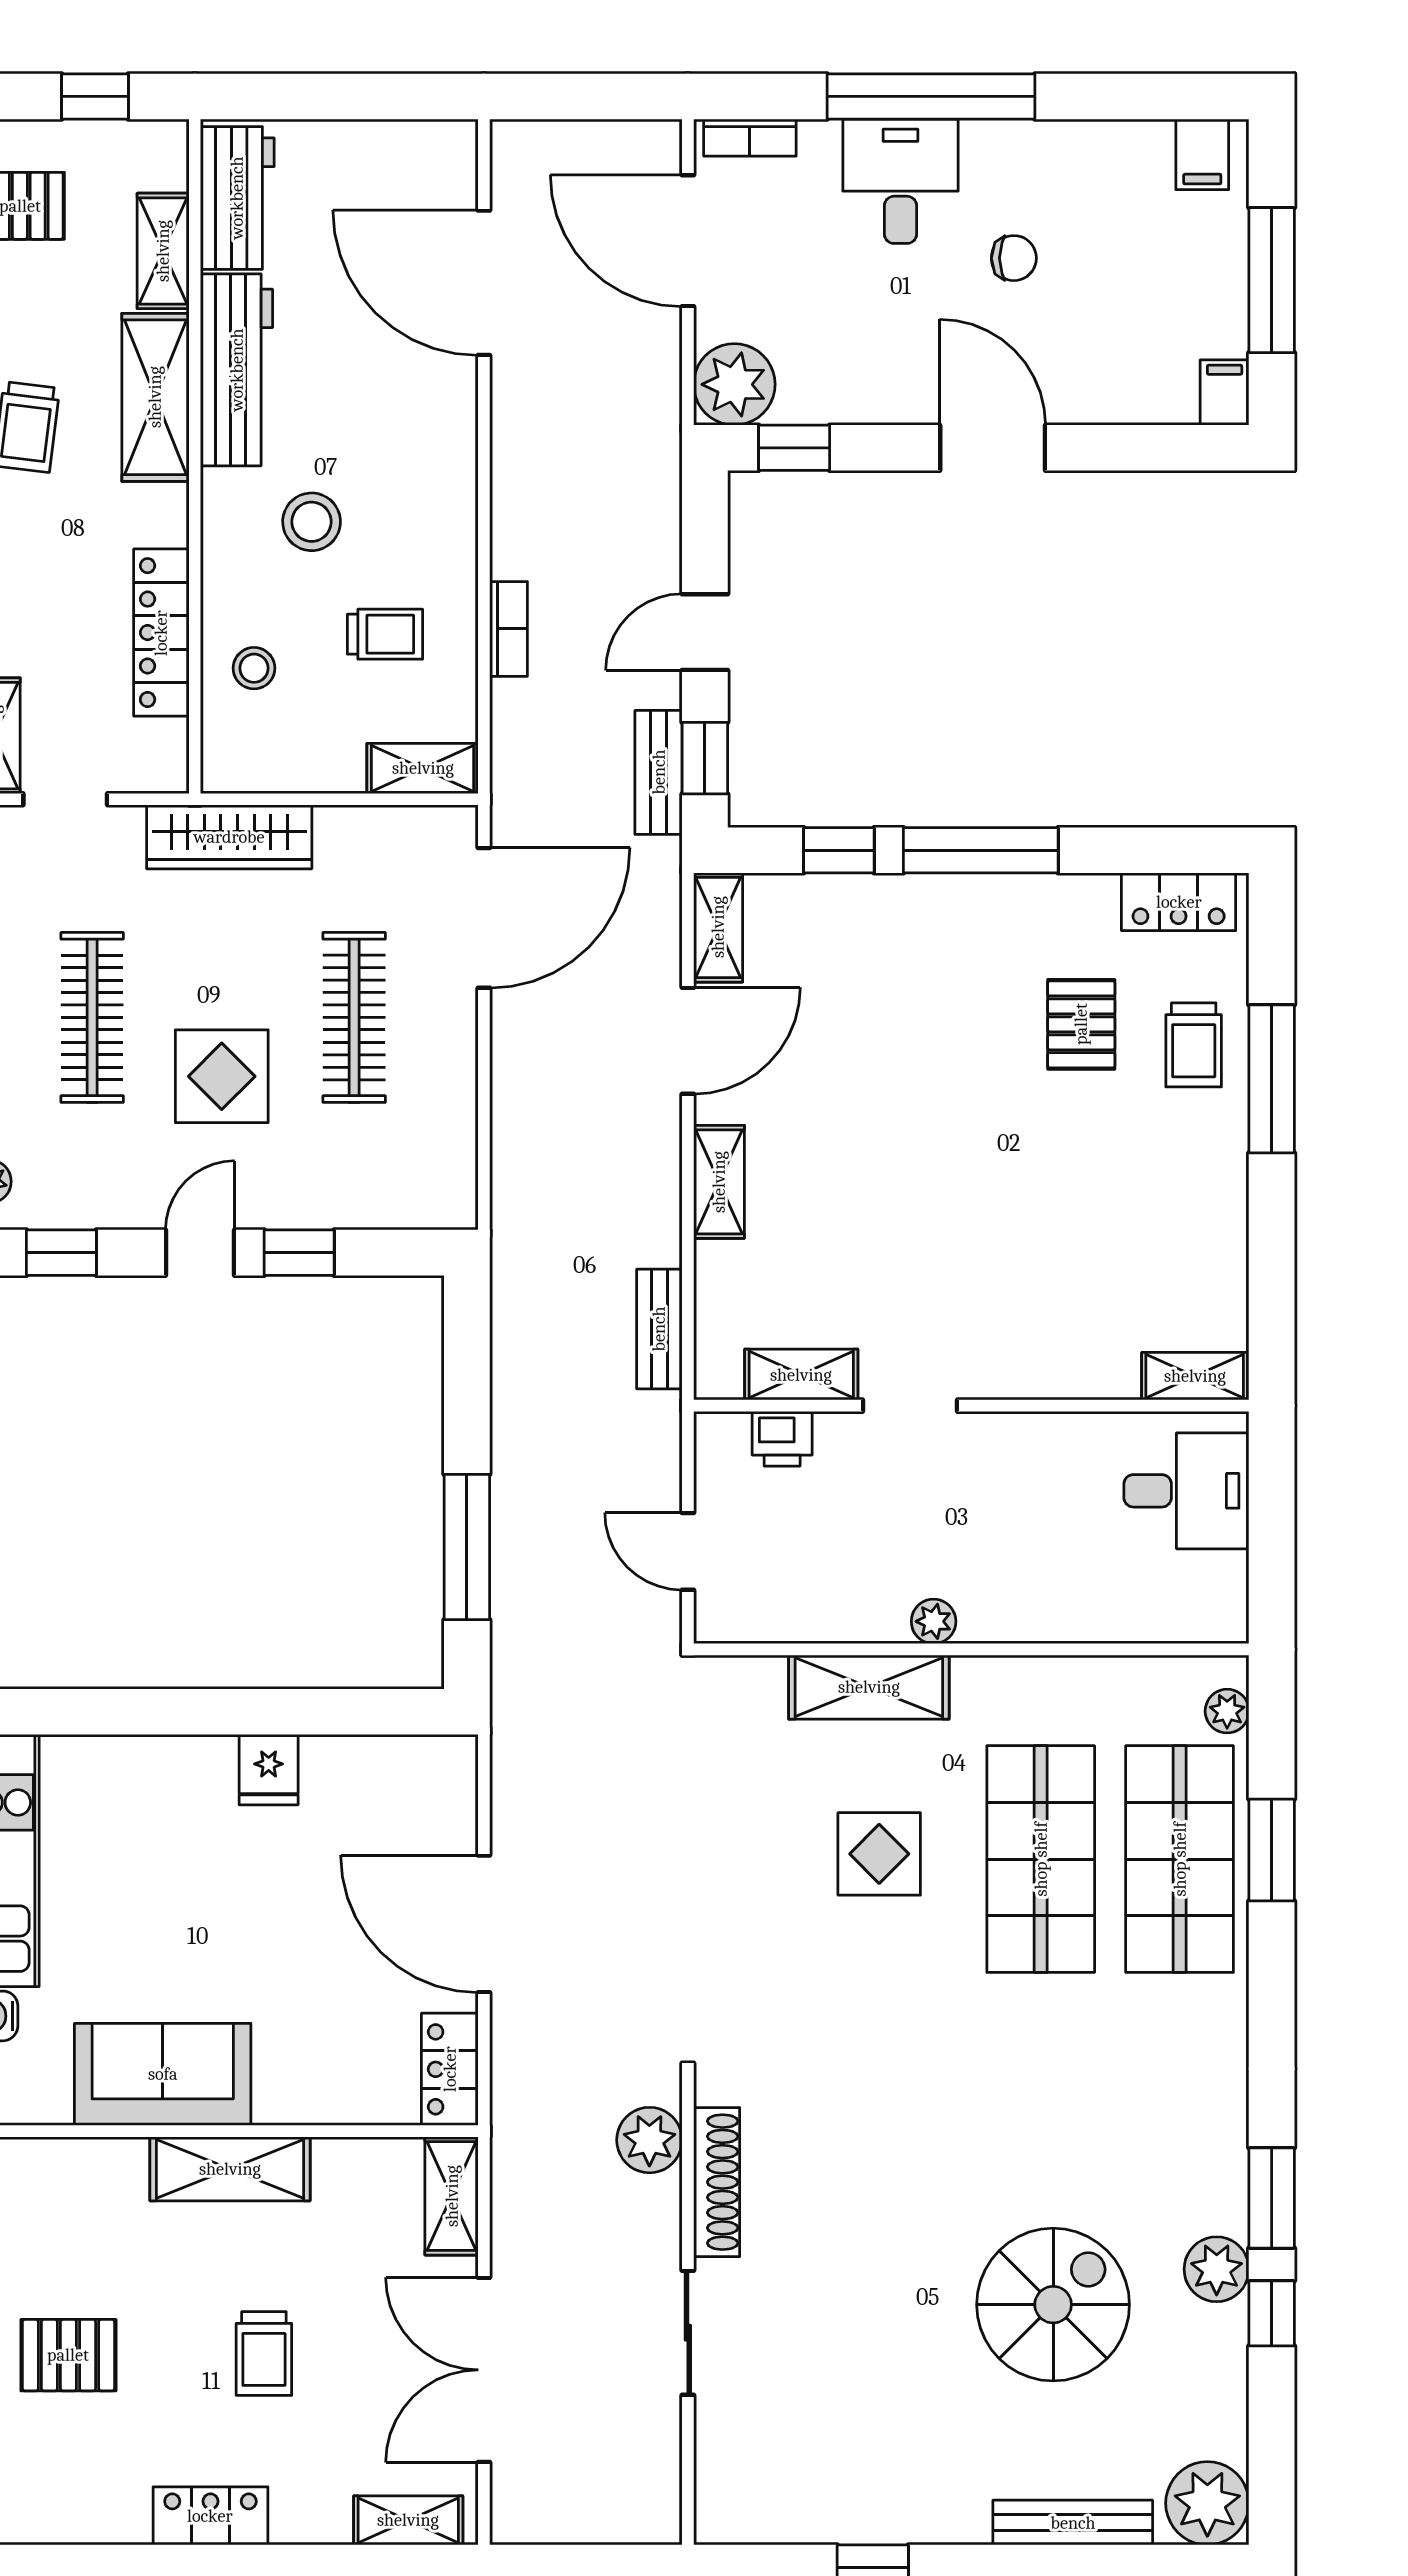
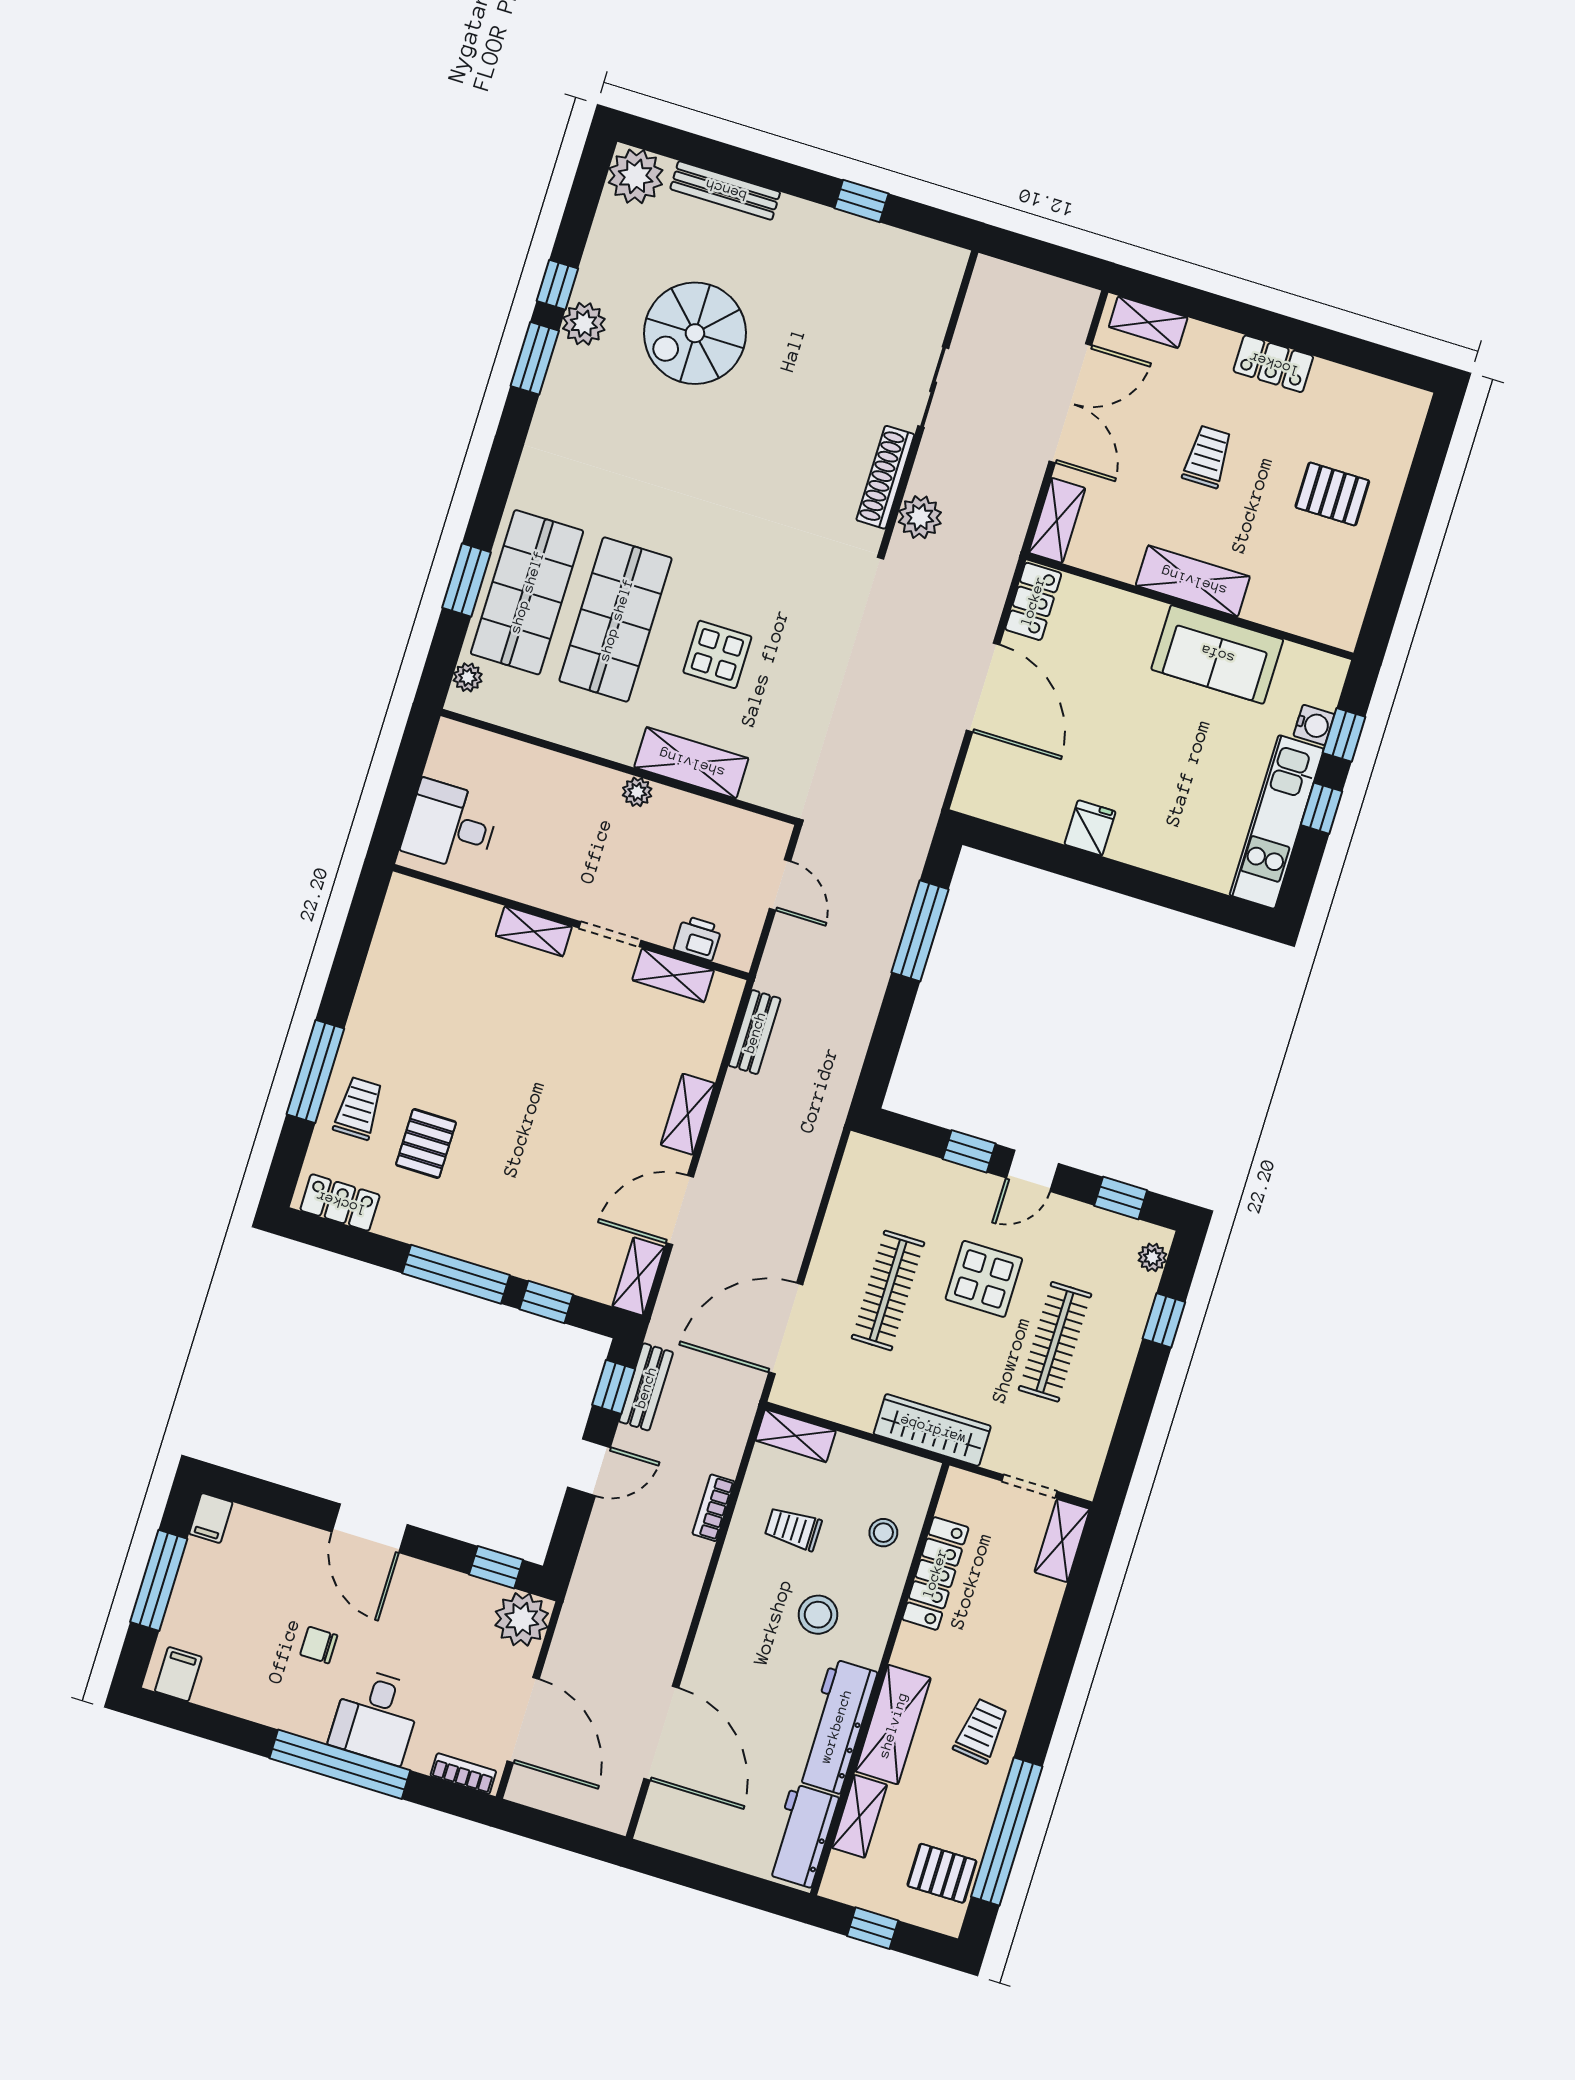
shelving: (1195, 1376) -> (534, 931), moved

